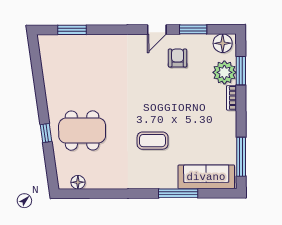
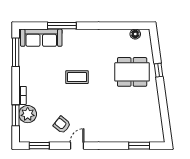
window: (193, 29) -> (39, 146), moved
floor lamp: (223, 43) -> (29, 135), removed
armchair: (178, 58) -> (62, 125), turned 129
coffee table: (153, 141) -> (77, 77), moved

